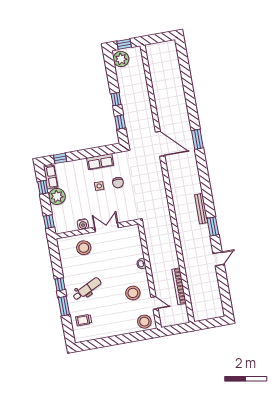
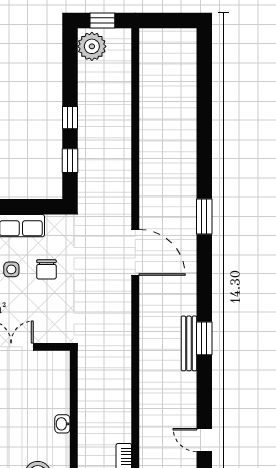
door: (160, 144) -> (135, 252), moved
window: (213, 226) -> (204, 338), moved
door: (219, 259) -> (204, 440), swing flipped

